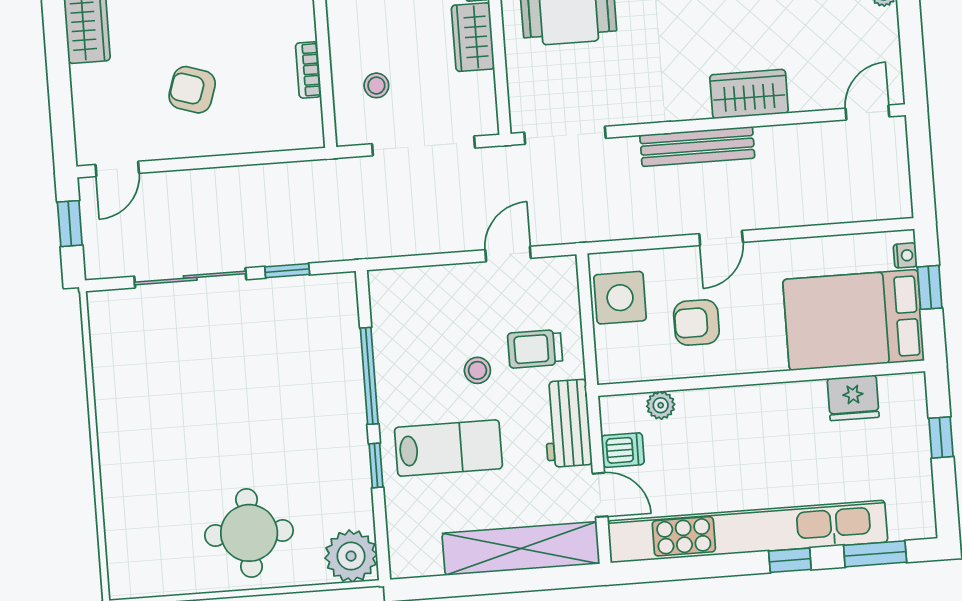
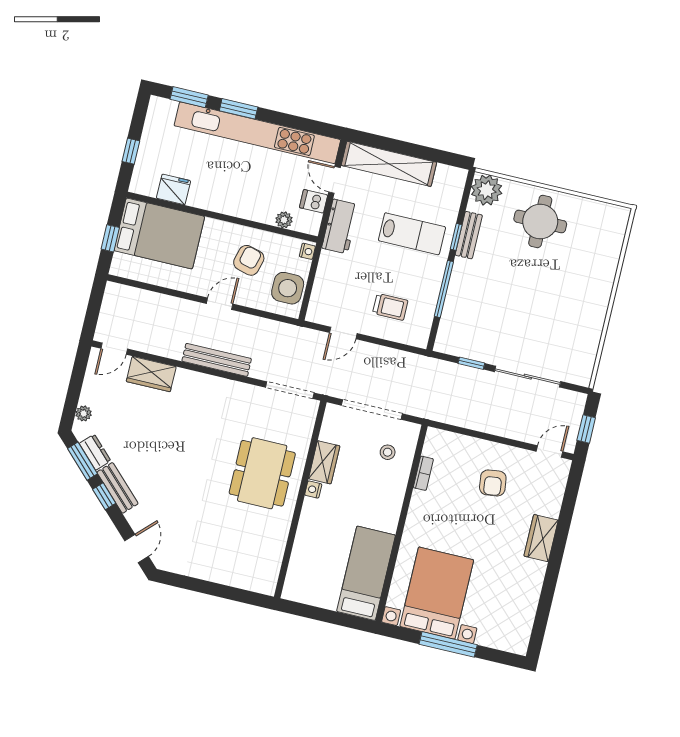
armchair: (192, 90) -> (493, 483), turned 65
wardrobe: (749, 94) -> (151, 374), moved
nightstand: (905, 255) -> (307, 251), moved, turned 180
armchair: (696, 323) -> (249, 260), turned -75
trolley: (535, 349) -> (390, 307), moved
stool: (477, 370) -> (382, 273), removed
lab bench: (448, 448) -> (412, 234), turned 180
bench: (357, 475) -> (469, 235), added
window: (790, 560) -> (239, 109), width x1.50

